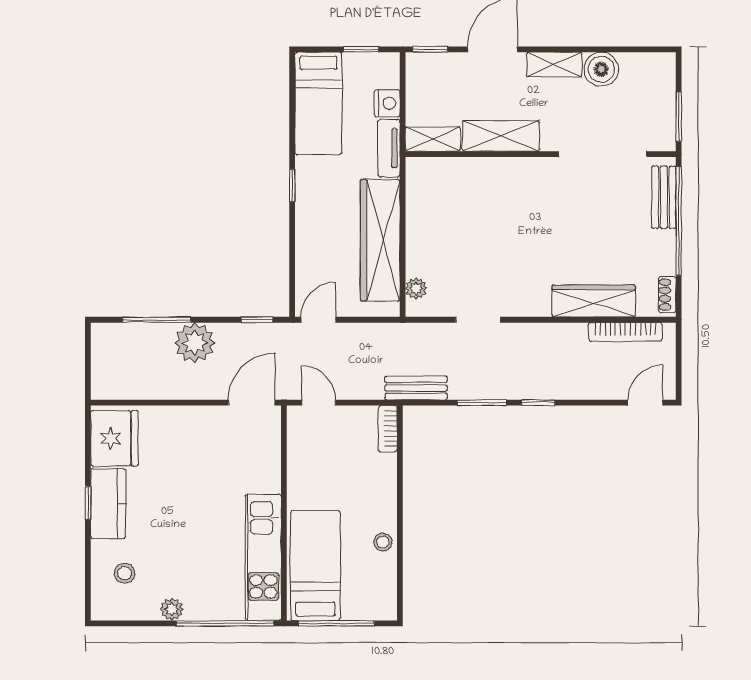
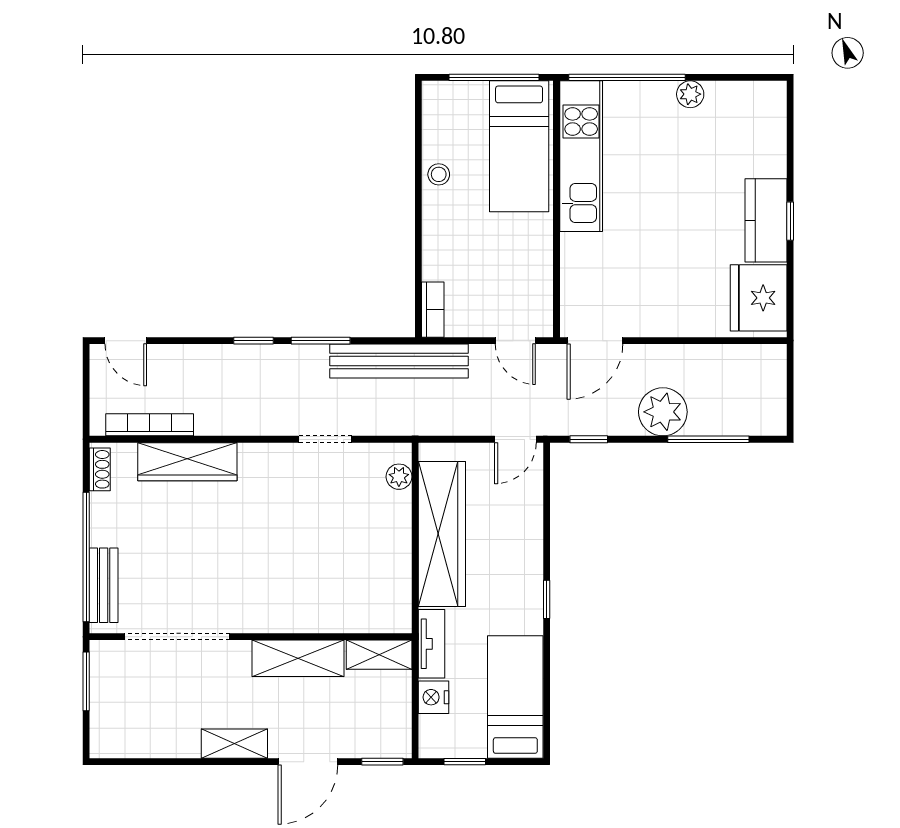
boiler: (601, 69) -> (178, 738), removed
bench: (416, 388) -> (399, 361), width x1.86, depth x1.21
door: (645, 403) -> (126, 341), hinge flipped
stool: (125, 573) -> (746, 137), removed

